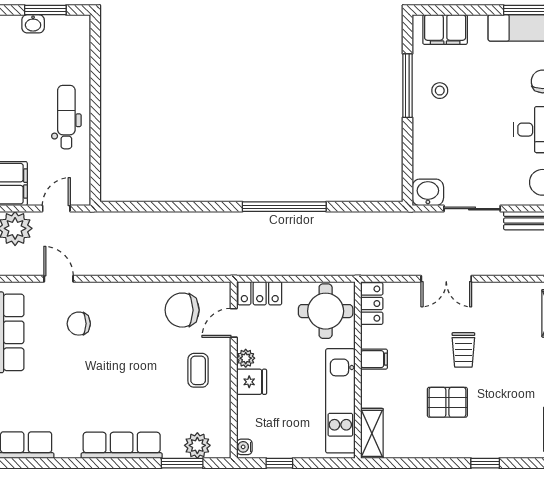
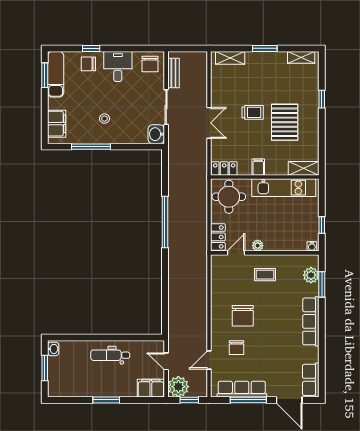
washbasin: (33, 24) -> (53, 349), moved
stool: (440, 91) -> (104, 119), moved
chair: (182, 310) -> (243, 316), moved
door: (234, 323) -> (236, 253), swing flipped
fridge: (252, 382) -> (272, 242), removed
pallet: (447, 402) -> (285, 122), width x1.50, depth x1.42

